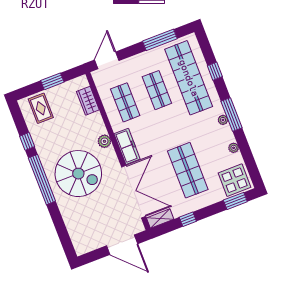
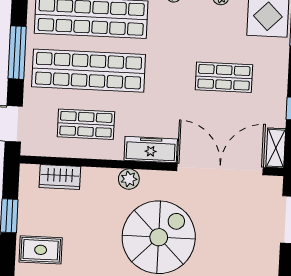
window: (160, 40) -> (17, 53), moved
shop shelf: (157, 90) -> (89, 71), width x2.00, depth x1.36
shop shelf: (188, 170) -> (224, 77), width x0.70, depth x0.74

